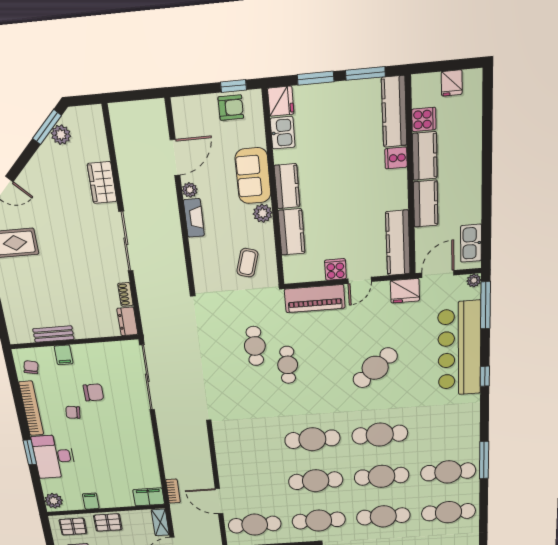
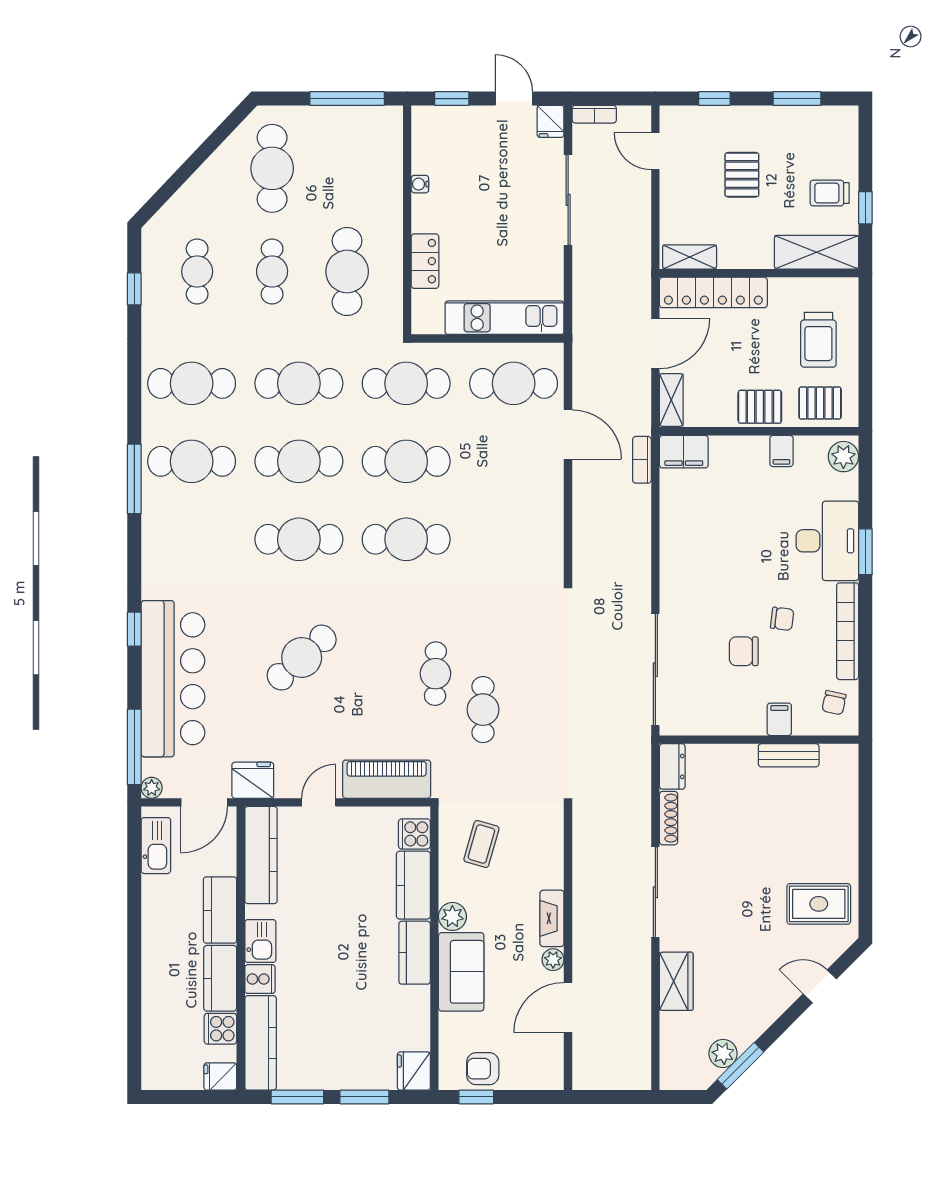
fridge: (452, 83) -> (220, 1076), moved, turned -90
kitchen sink: (283, 133) -> (260, 941), moved, turned 180
cooker: (335, 269) -> (414, 834), moved, turned 90
shoe rack: (125, 294) -> (669, 818), width x1.43

